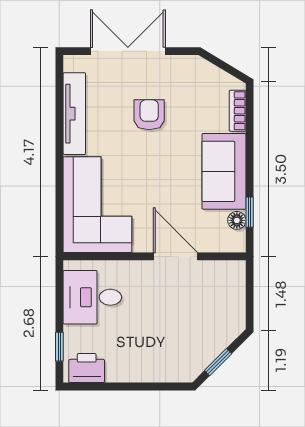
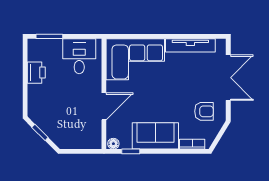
armchair: (149, 115) -> (204, 111), moved
floor lamp: (237, 220) -> (113, 144), moved
window: (59, 347) -> (49, 36), width x1.50
printer: (87, 368) -> (36, 73), moved

